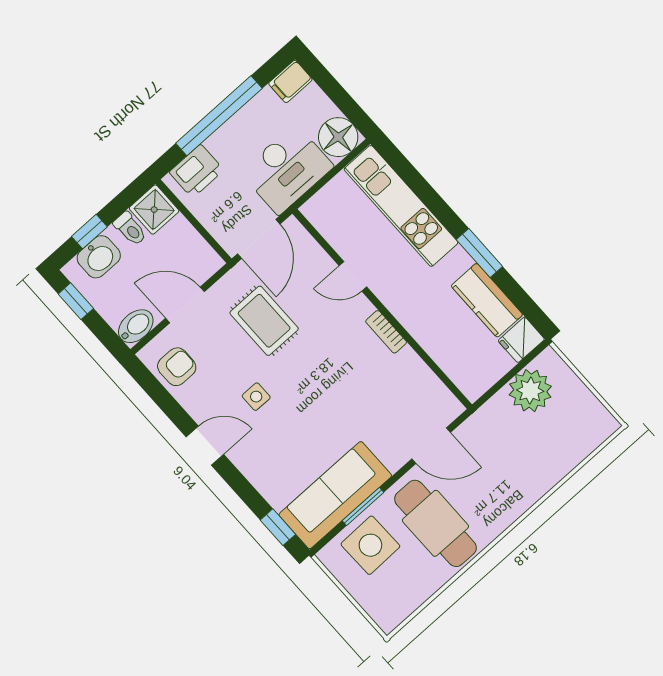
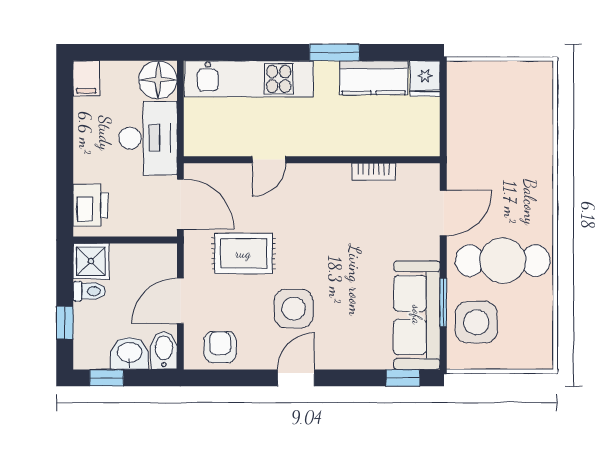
window: (219, 116) -> (65, 153), removed
washbasin: (99, 257) -> (129, 353), moved, turned -90
bookcase: (386, 332) -> (373, 172), moved
plant: (530, 391) -> (468, 105), removed
side table: (256, 397) -> (294, 309), width x1.87, depth x1.87

